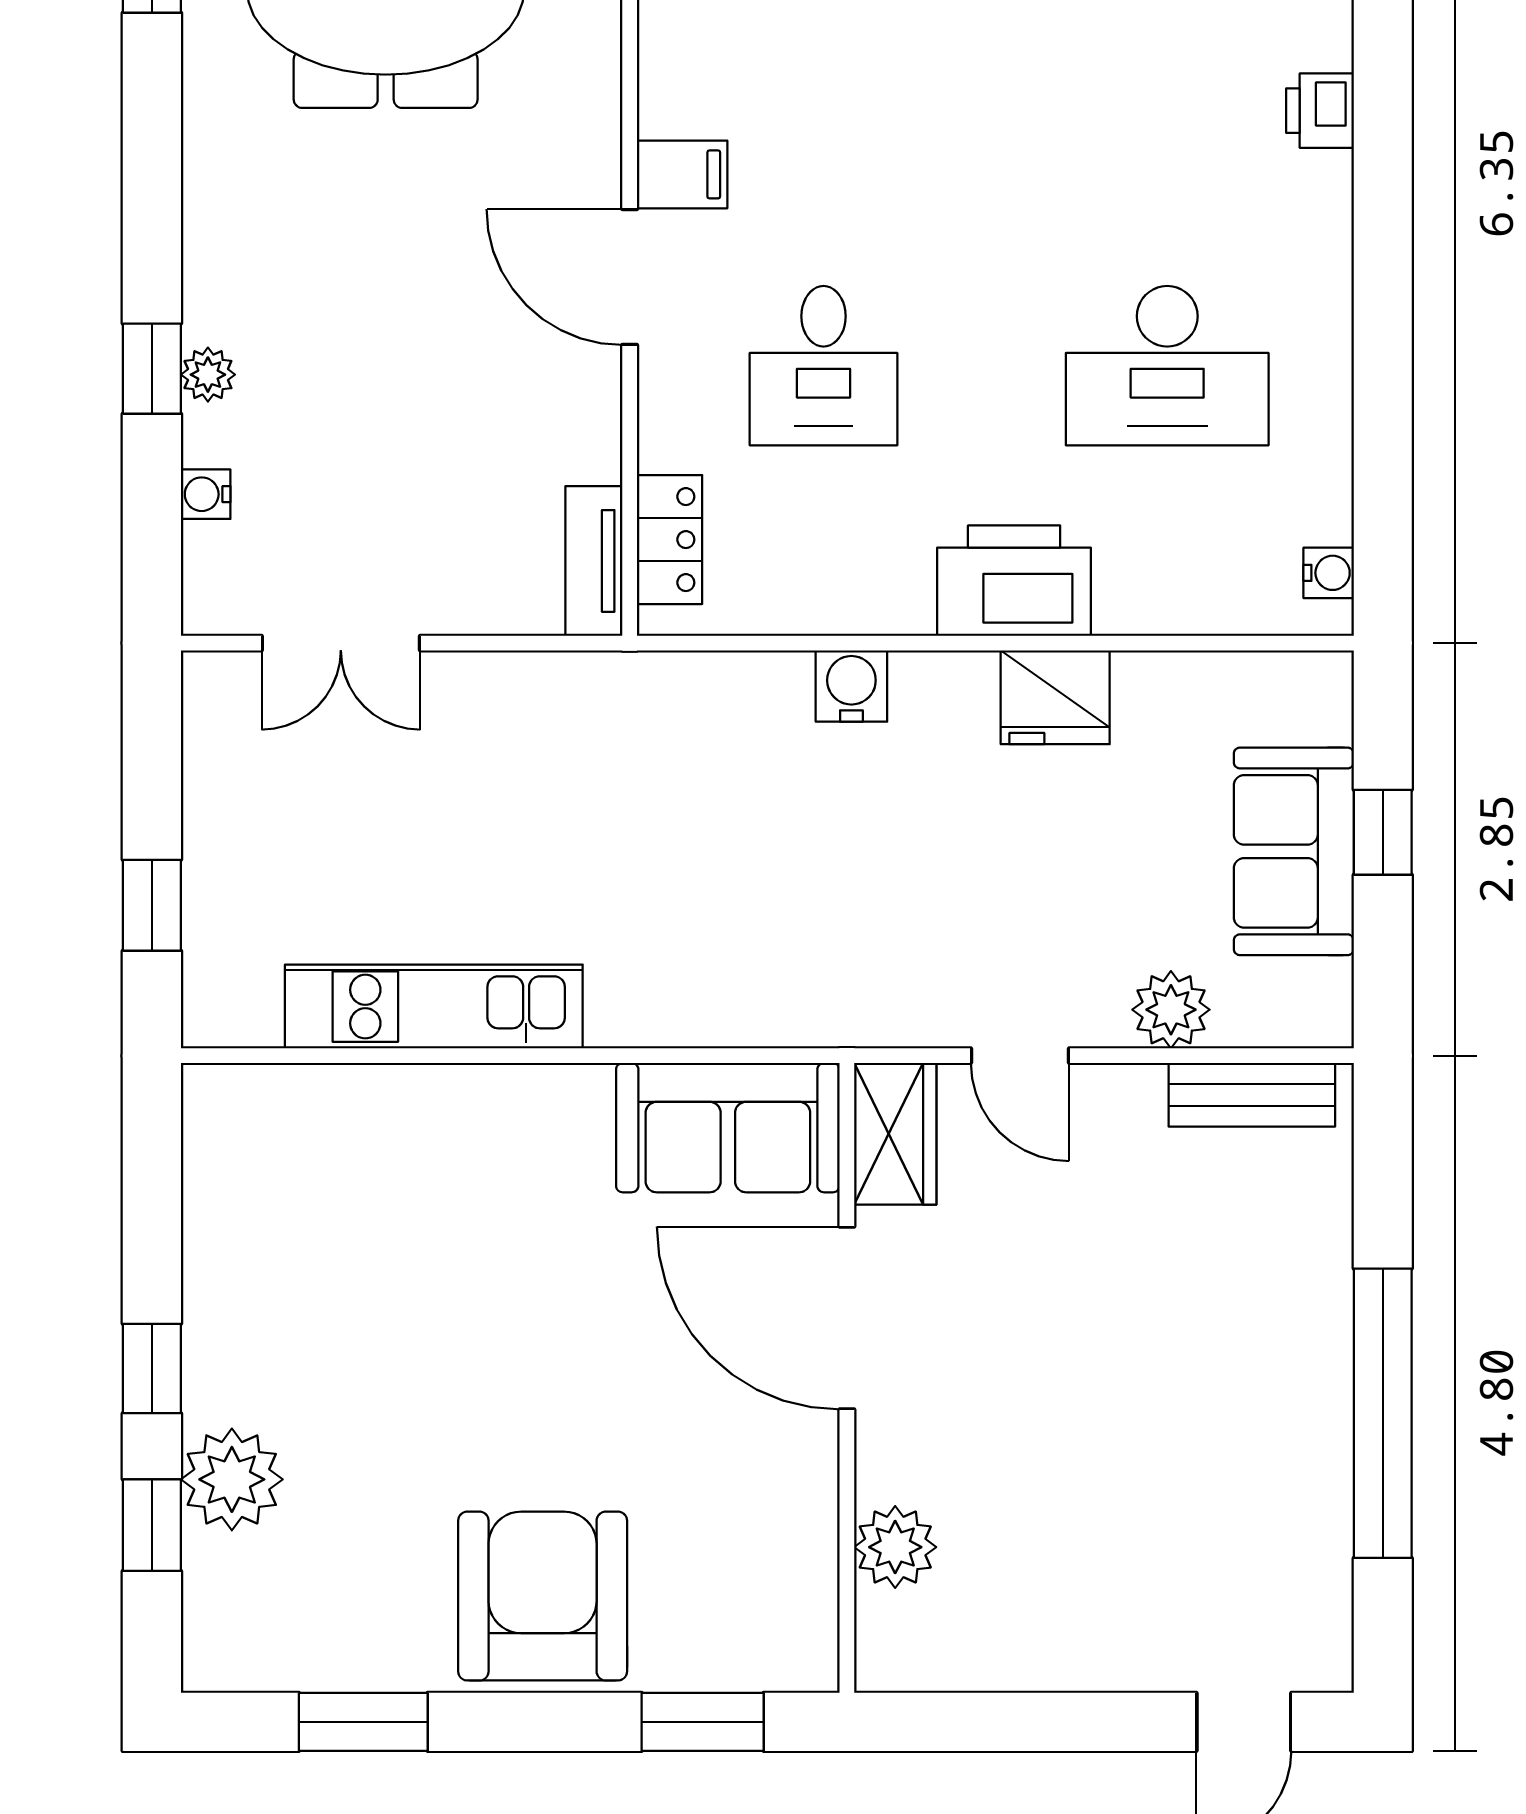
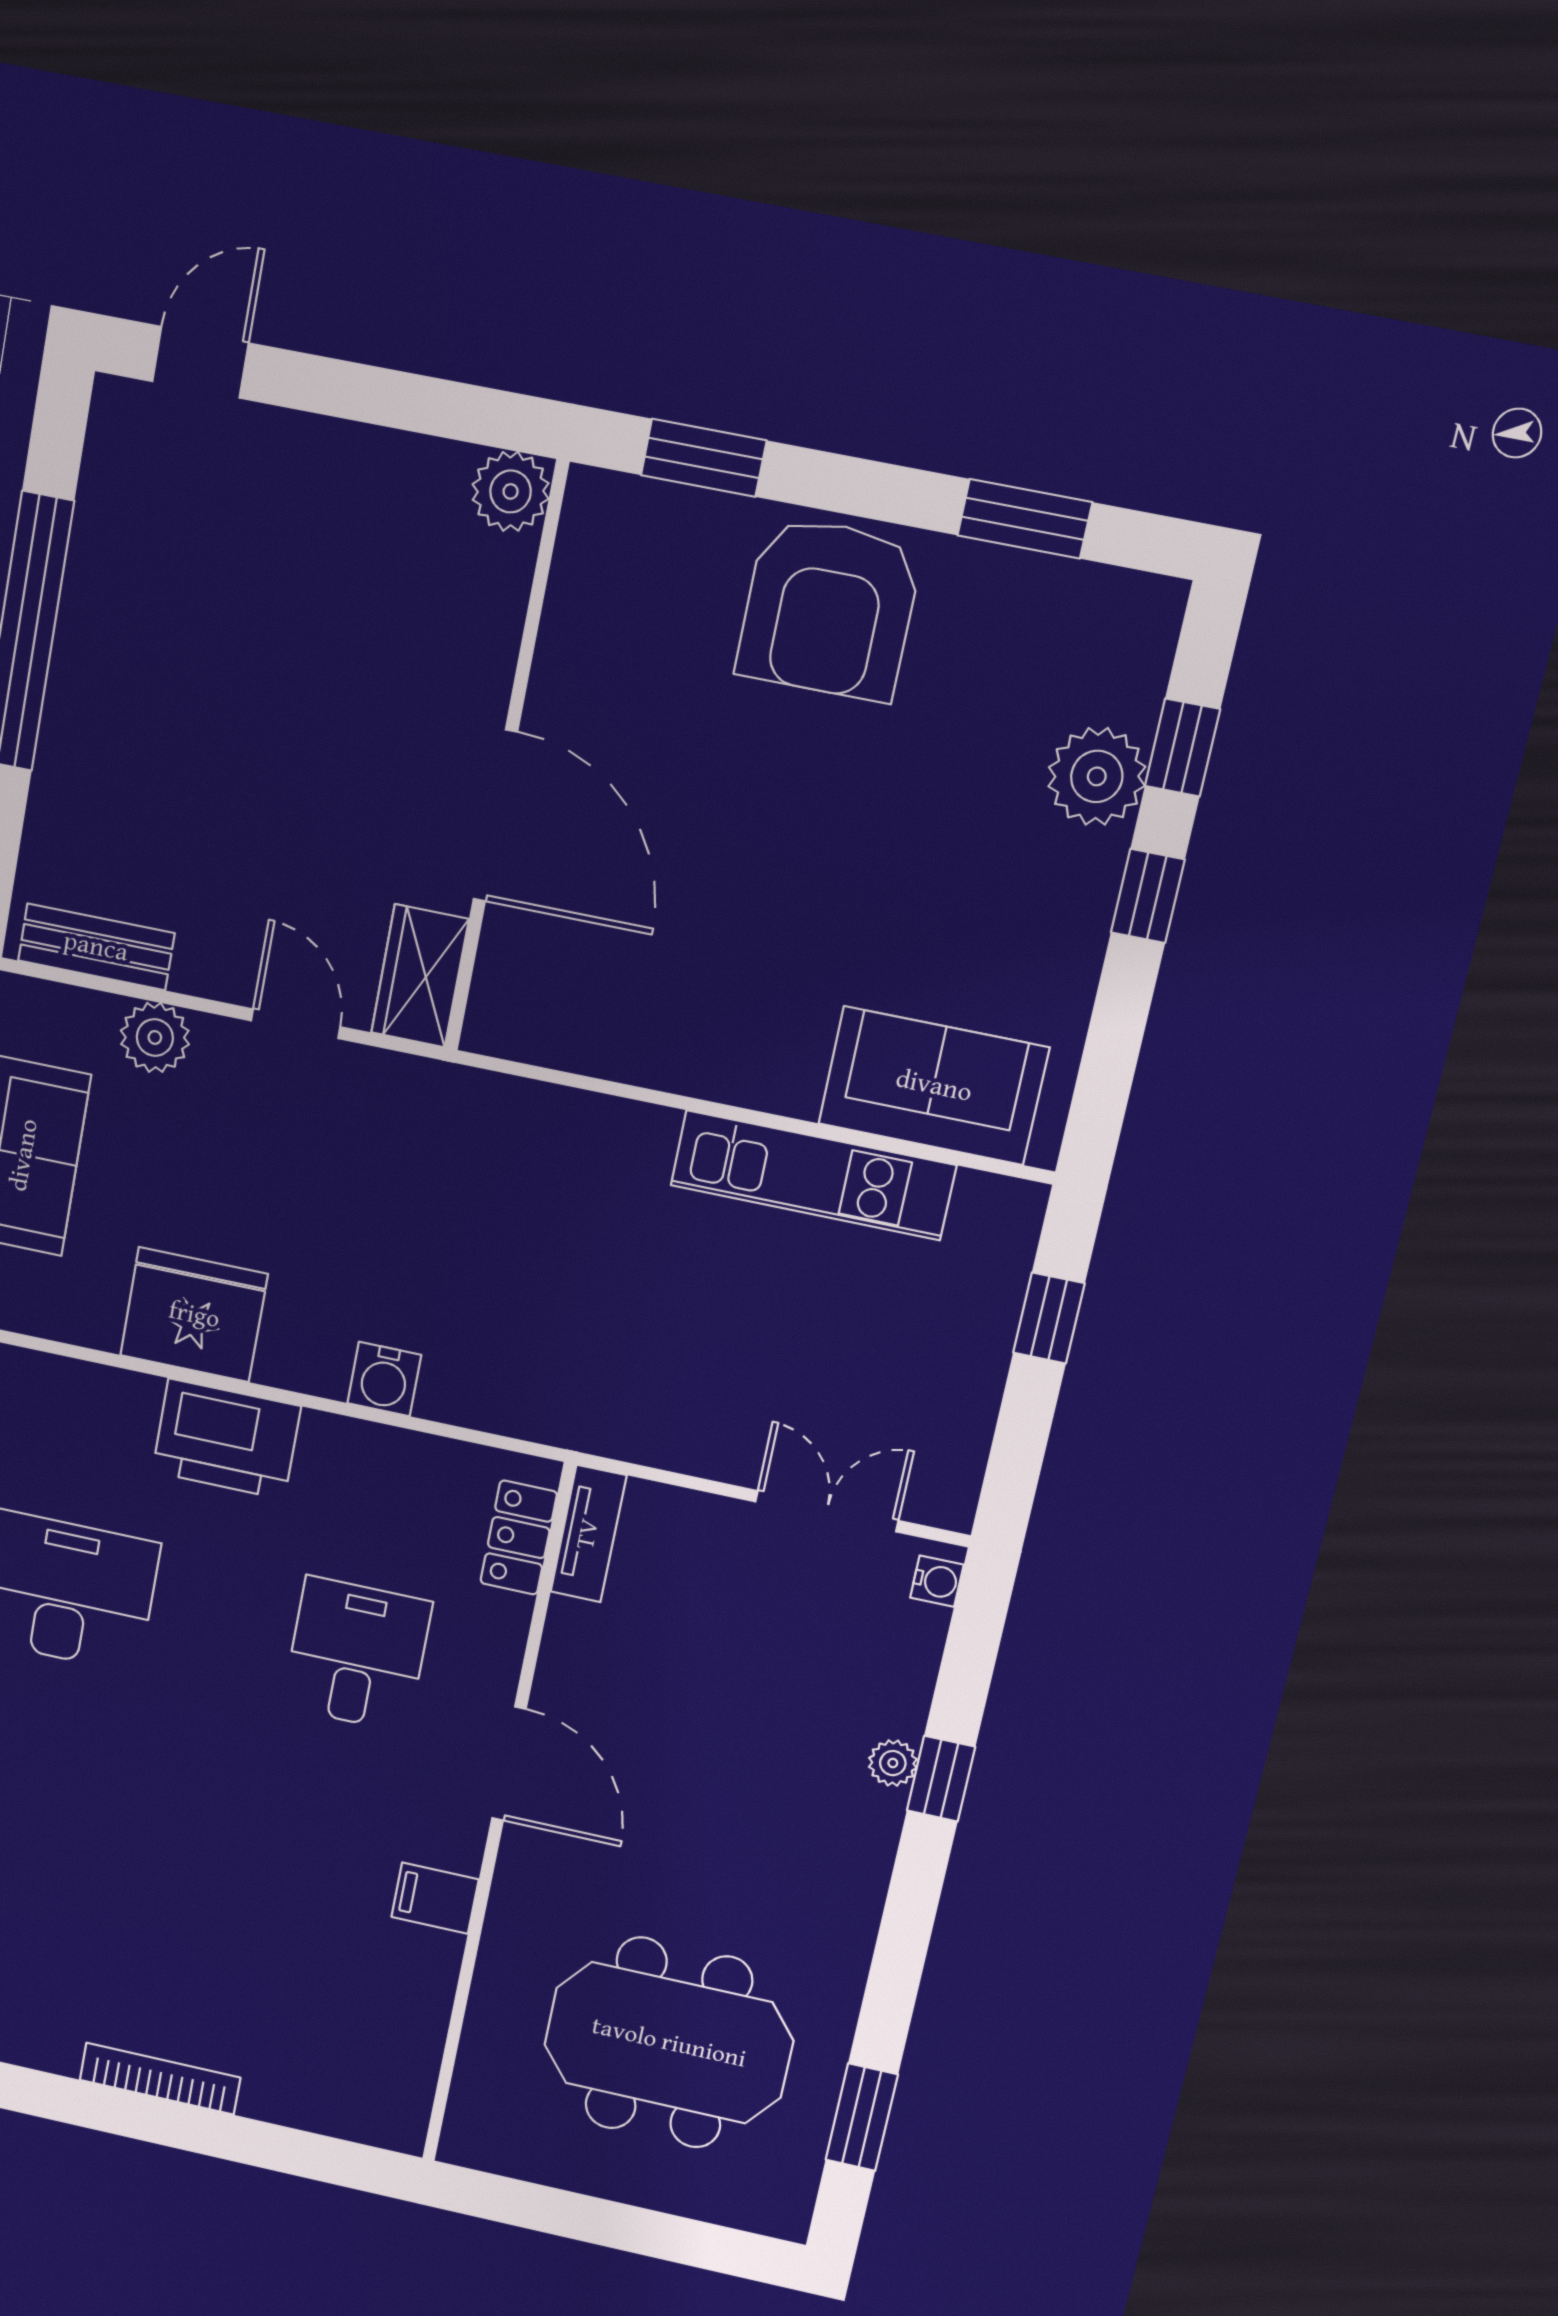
filing cabinet: (682, 174) -> (435, 1898), moved
water cooler: (206, 494) -> (937, 1581), moved
fridge: (1055, 697) -> (194, 1315), width x1.36, depth x1.34
sofa: (728, 1128) -> (934, 1086), moved
plant: (895, 1547) -> (511, 491), moved

